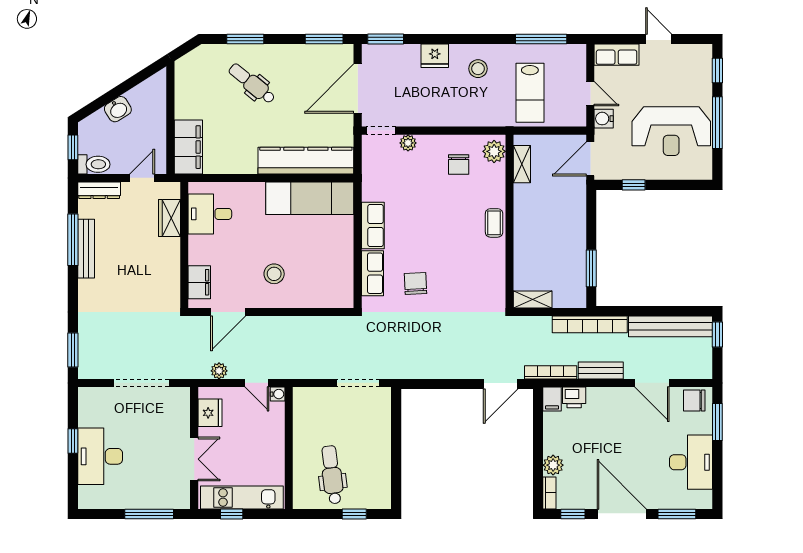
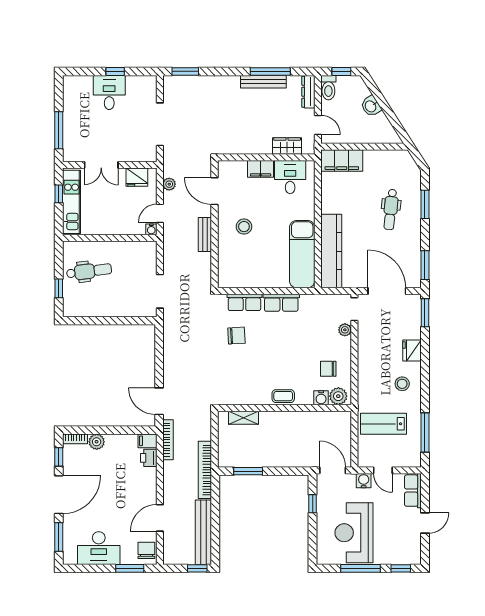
dental chair: (252, 84) -> (391, 209), turned 147
door: (590, 94) -> (383, 470), hinge flipped
shelving: (522, 164) -> (329, 418), removed
water cooler: (496, 174) -> (321, 398), added
filing cabinet: (199, 282) -> (261, 169), moved
shelving: (533, 299) -> (244, 418), moved, turned 90
bench: (601, 370) -> (205, 235), moved
desk: (100, 456) -> (109, 92), width x0.73

